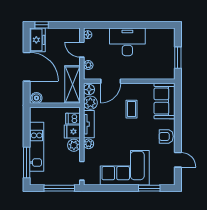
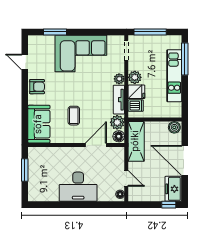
plant: (88, 65) -> (120, 162), removed

